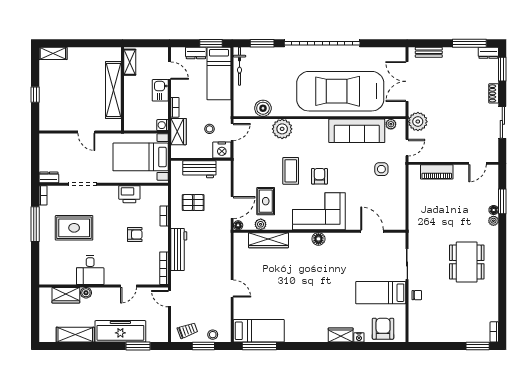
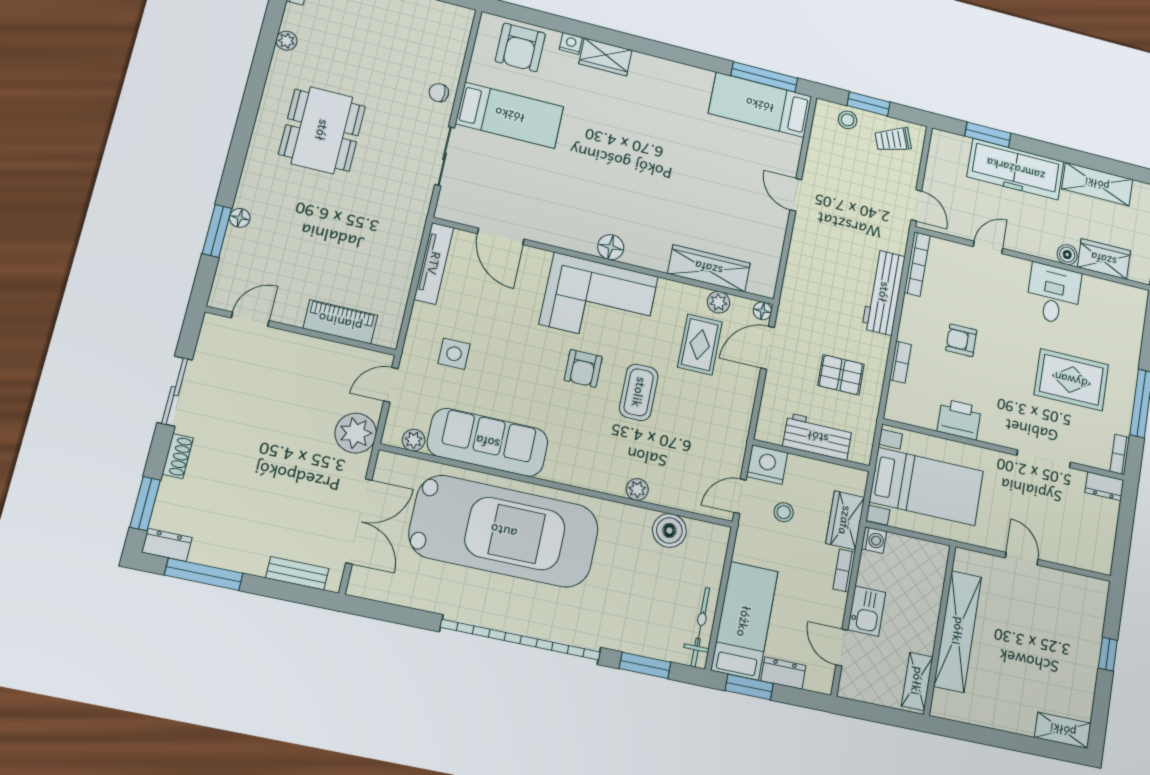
plant: (282, 129) -> (637, 489), width x0.53, depth x0.53
tv unit: (400, 210) -> (434, 263), added
plant: (493, 221) -> (287, 41), moved

